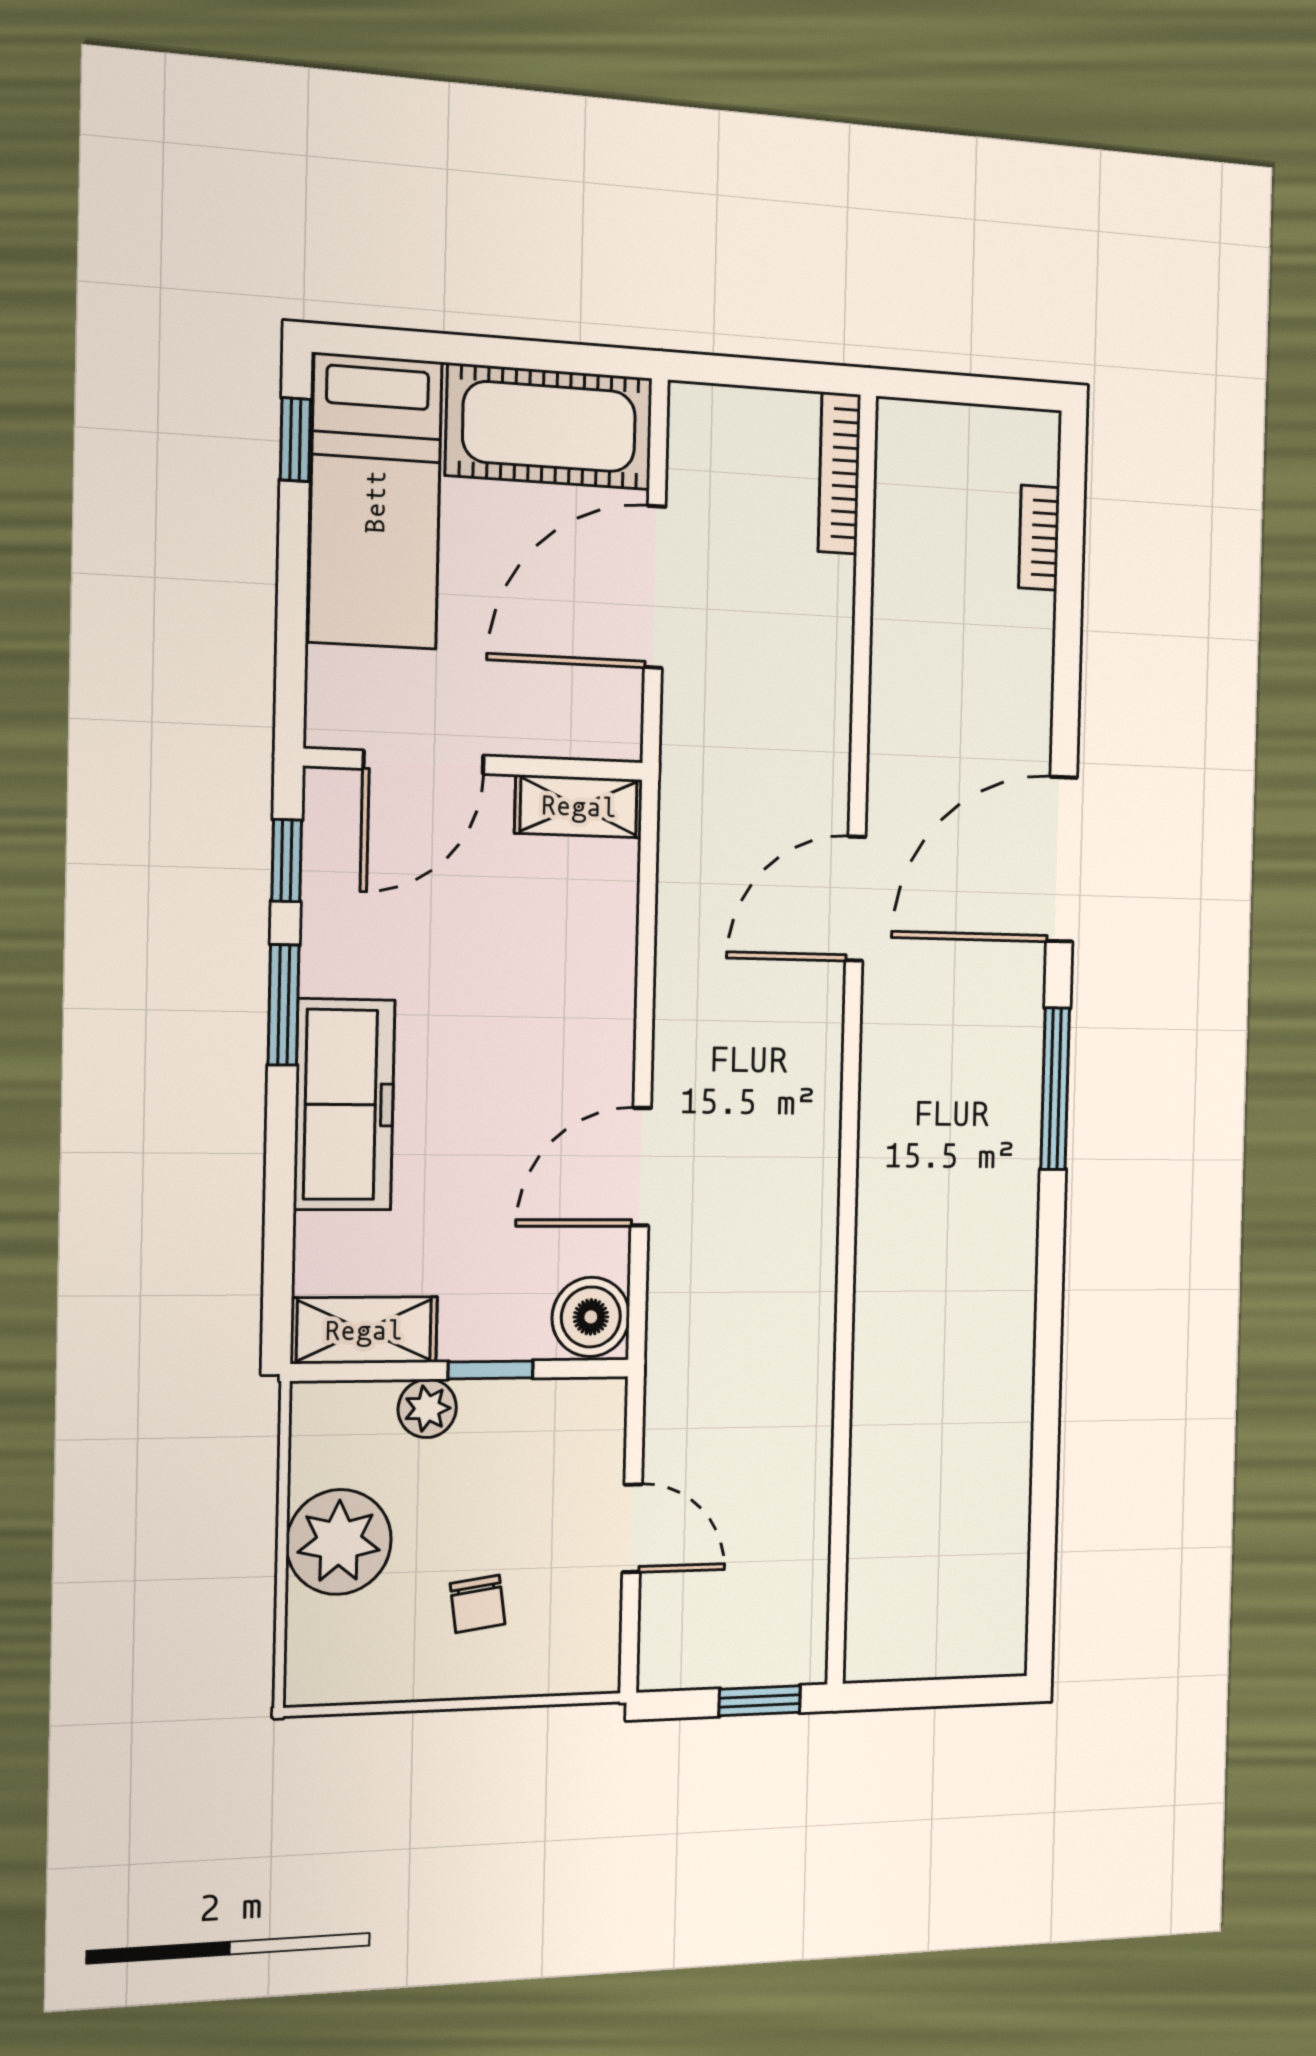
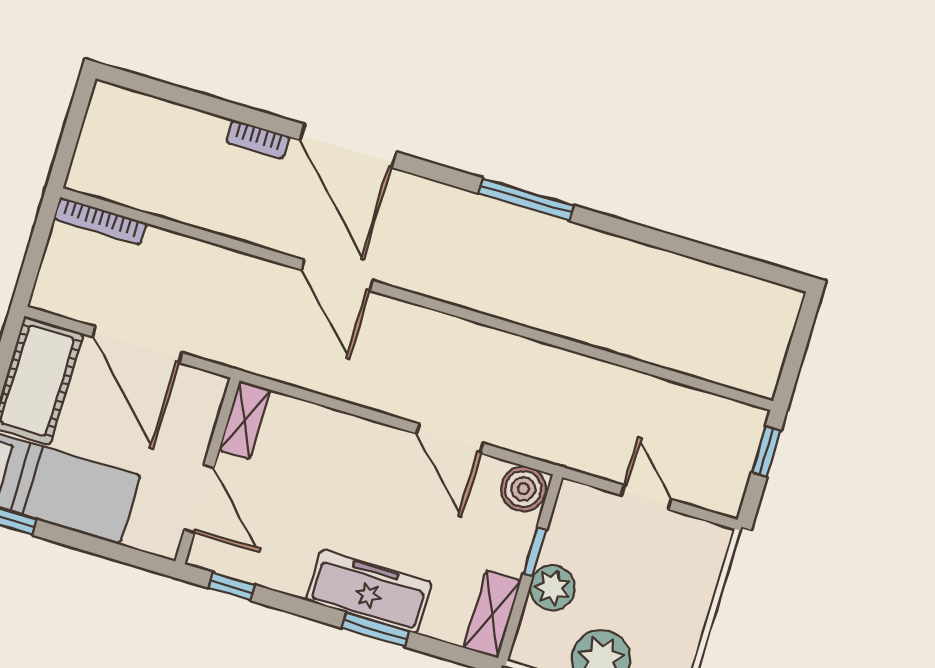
bookcase: (1039, 538) -> (258, 139), moved
window: (284, 1005) -> (375, 630), moved
window: (1055, 1089) -> (526, 199), moved
plant: (427, 1408) -> (552, 588), width x1.38, depth x1.38
door: (632, 1528) -> (646, 497), hinge flipped
chair: (478, 1604) -> (659, 594), removed

